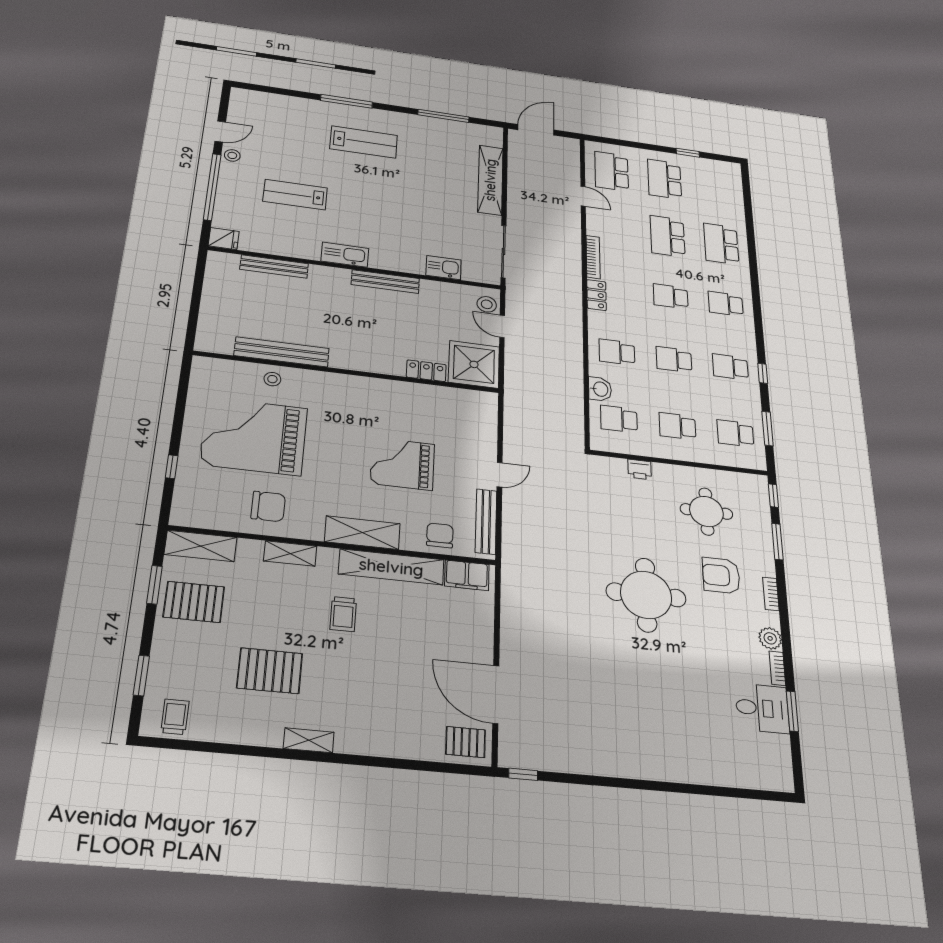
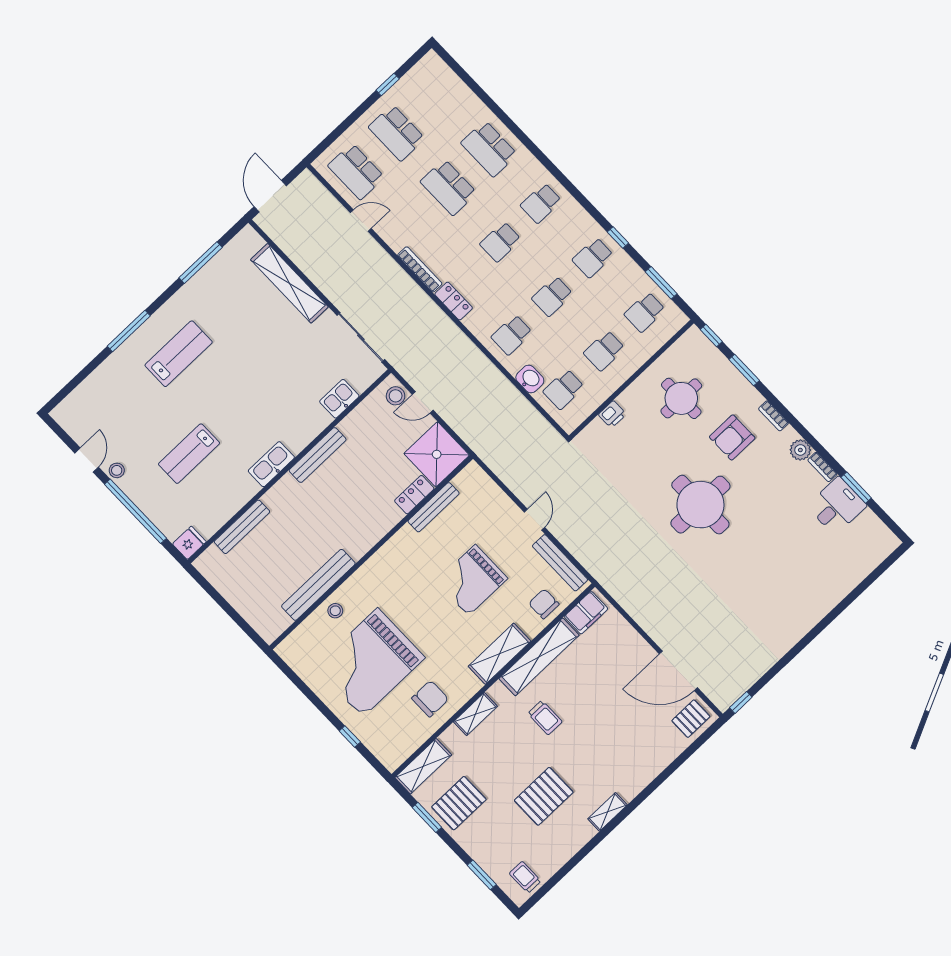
bench: (431, 392) -> (434, 507), added

